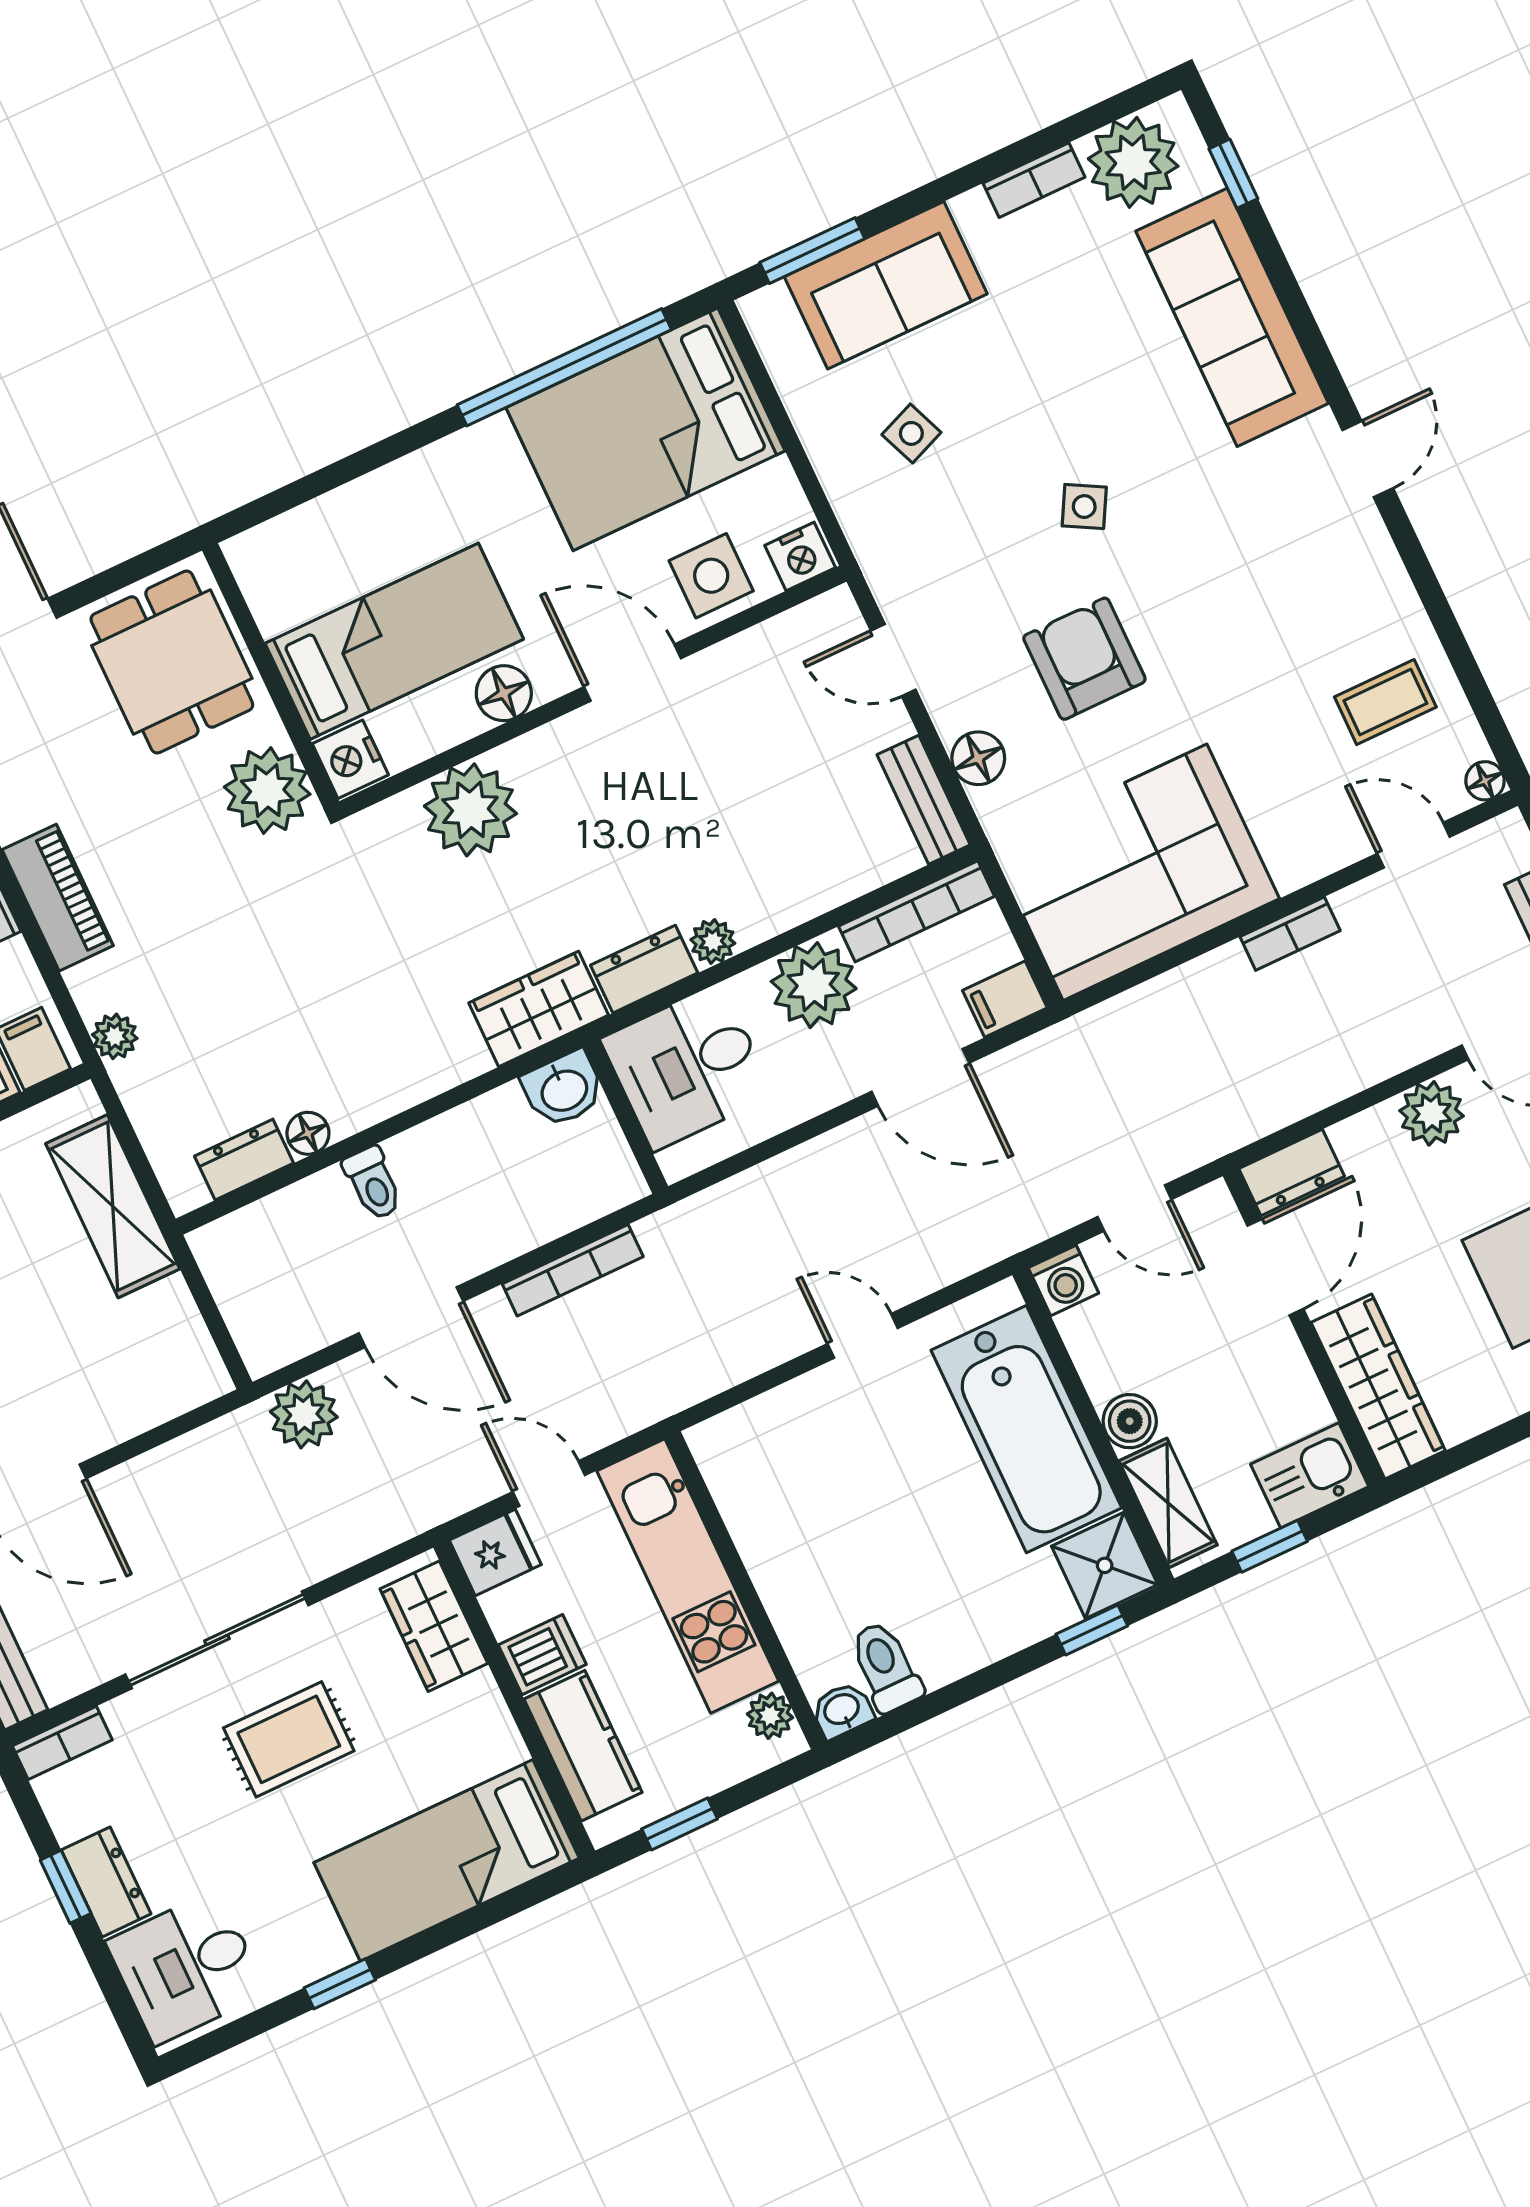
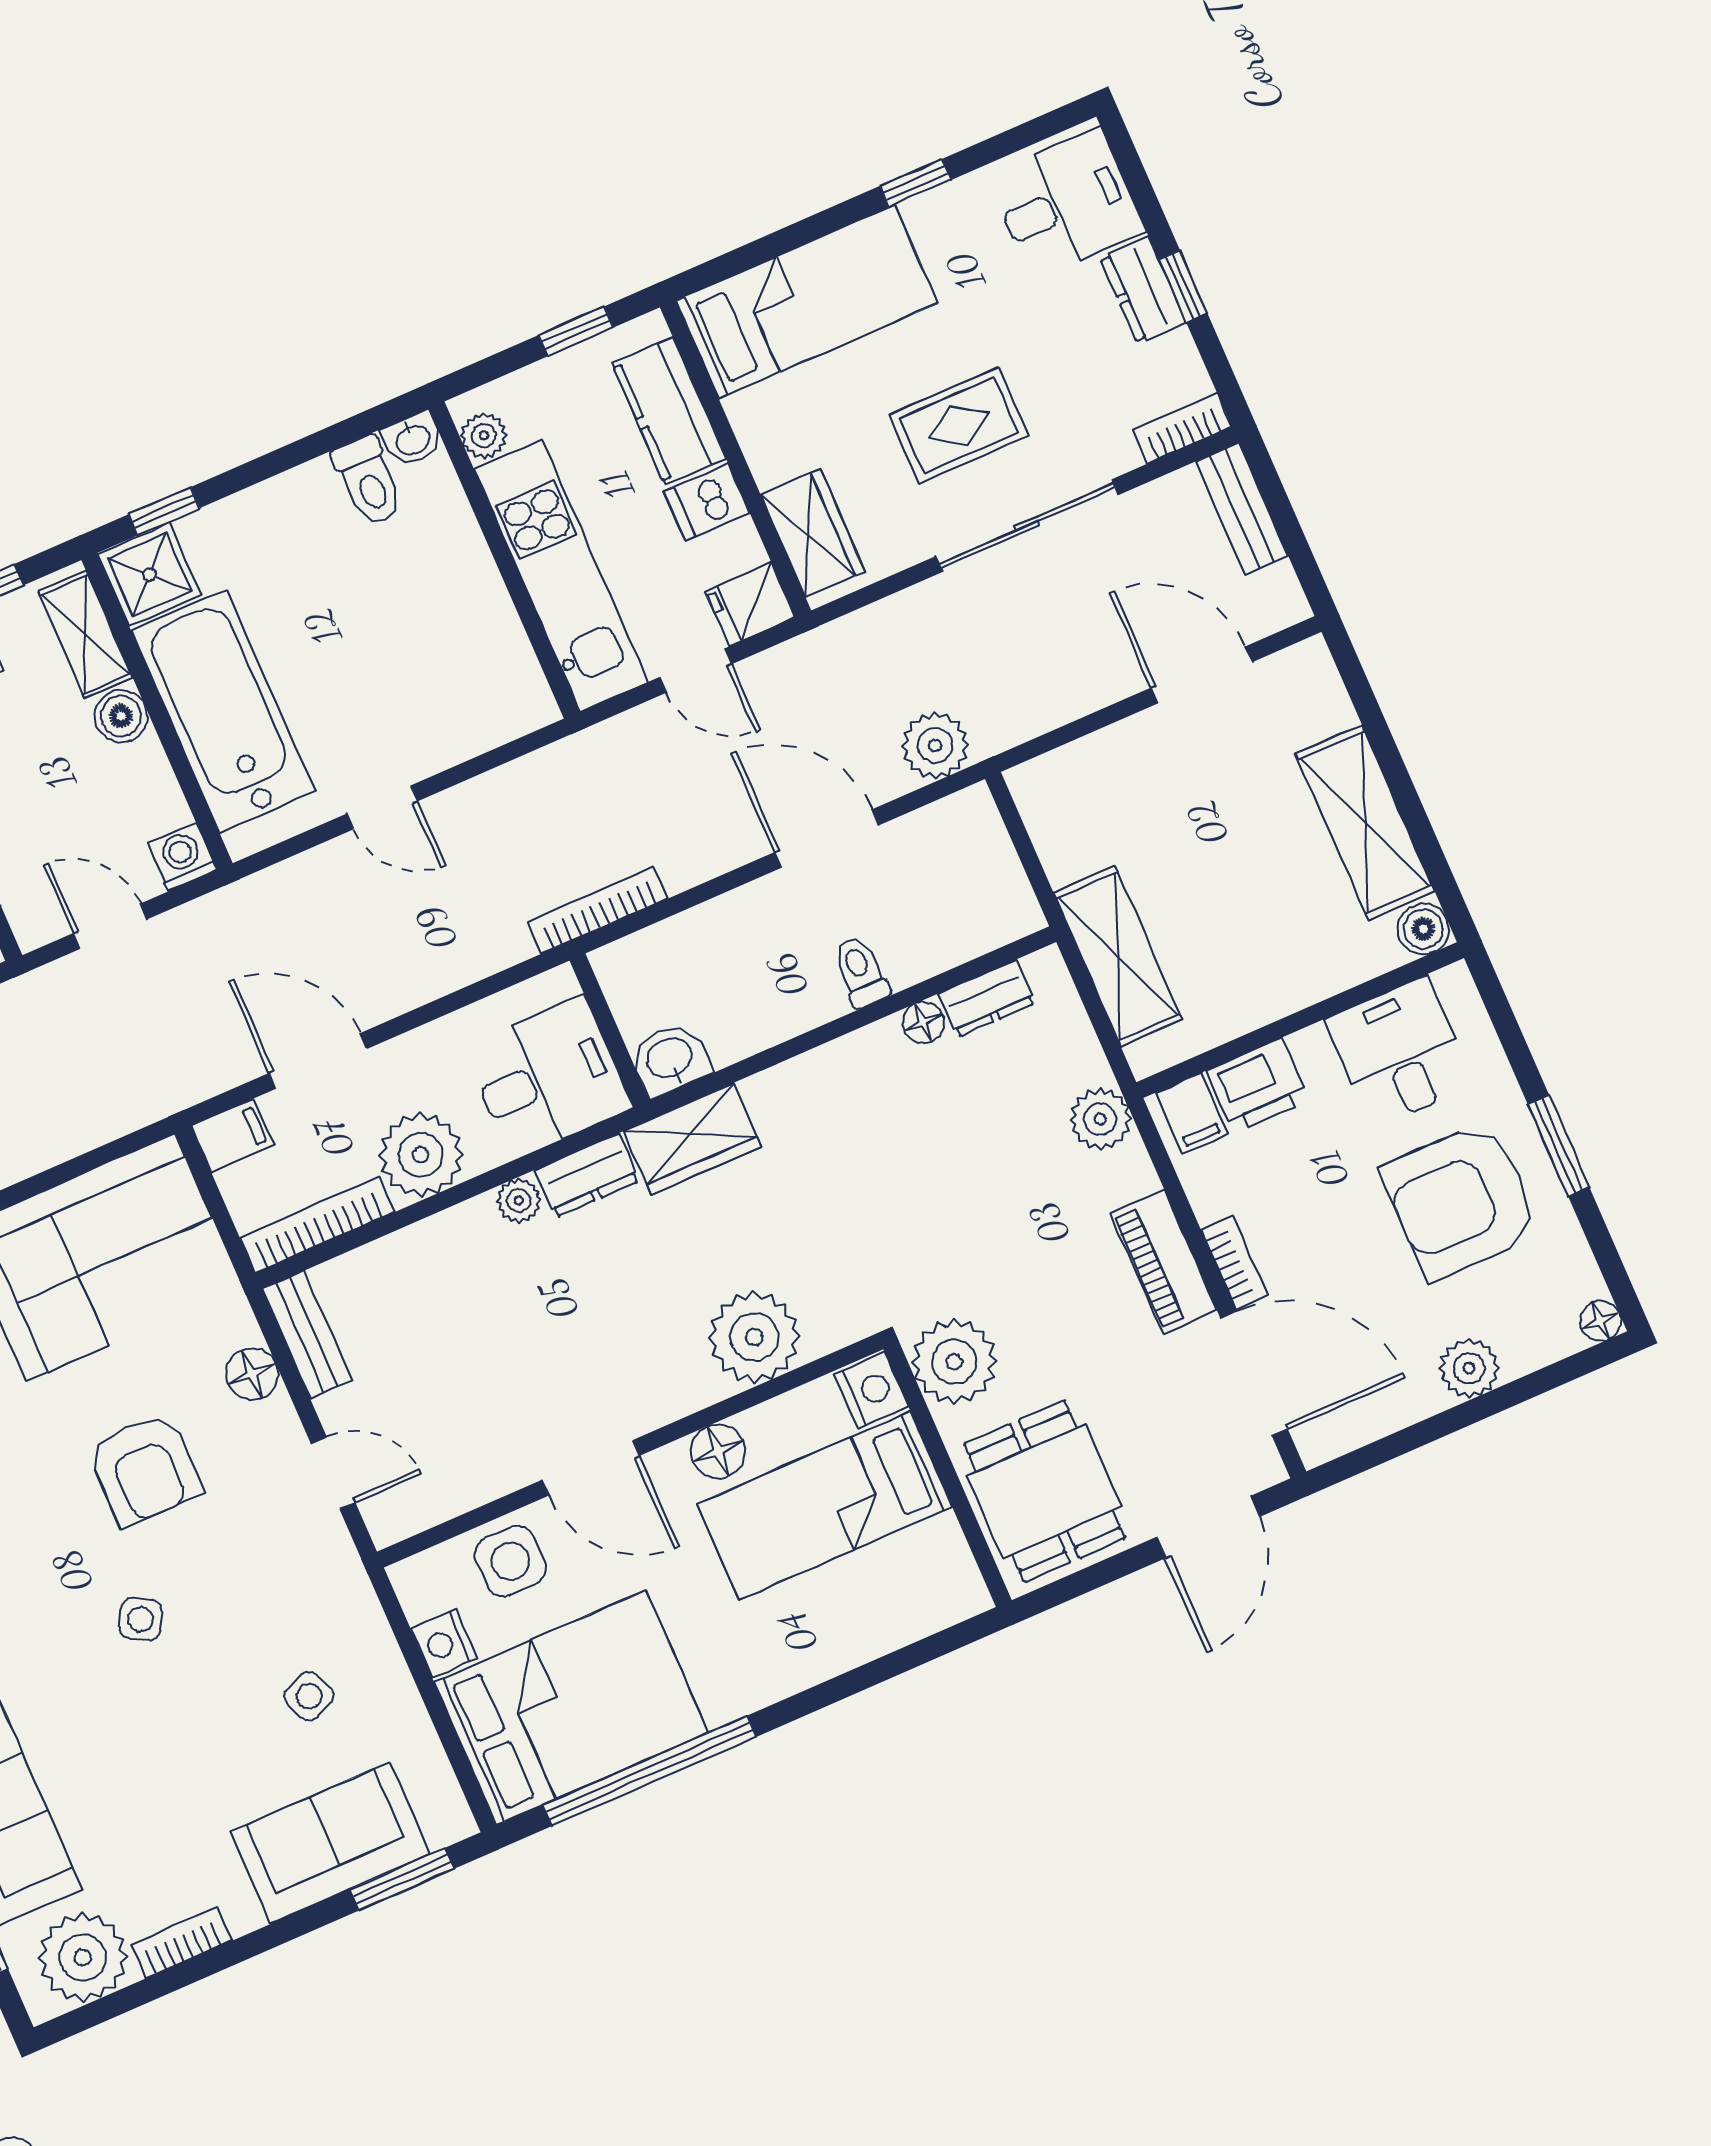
nightstand: (800, 556) -> (444, 1643), moved, turned -90
plant: (115, 1036) -> (1100, 1119), width x1.38, depth x1.38
bookcase: (573, 1270) -> (598, 910), moved

